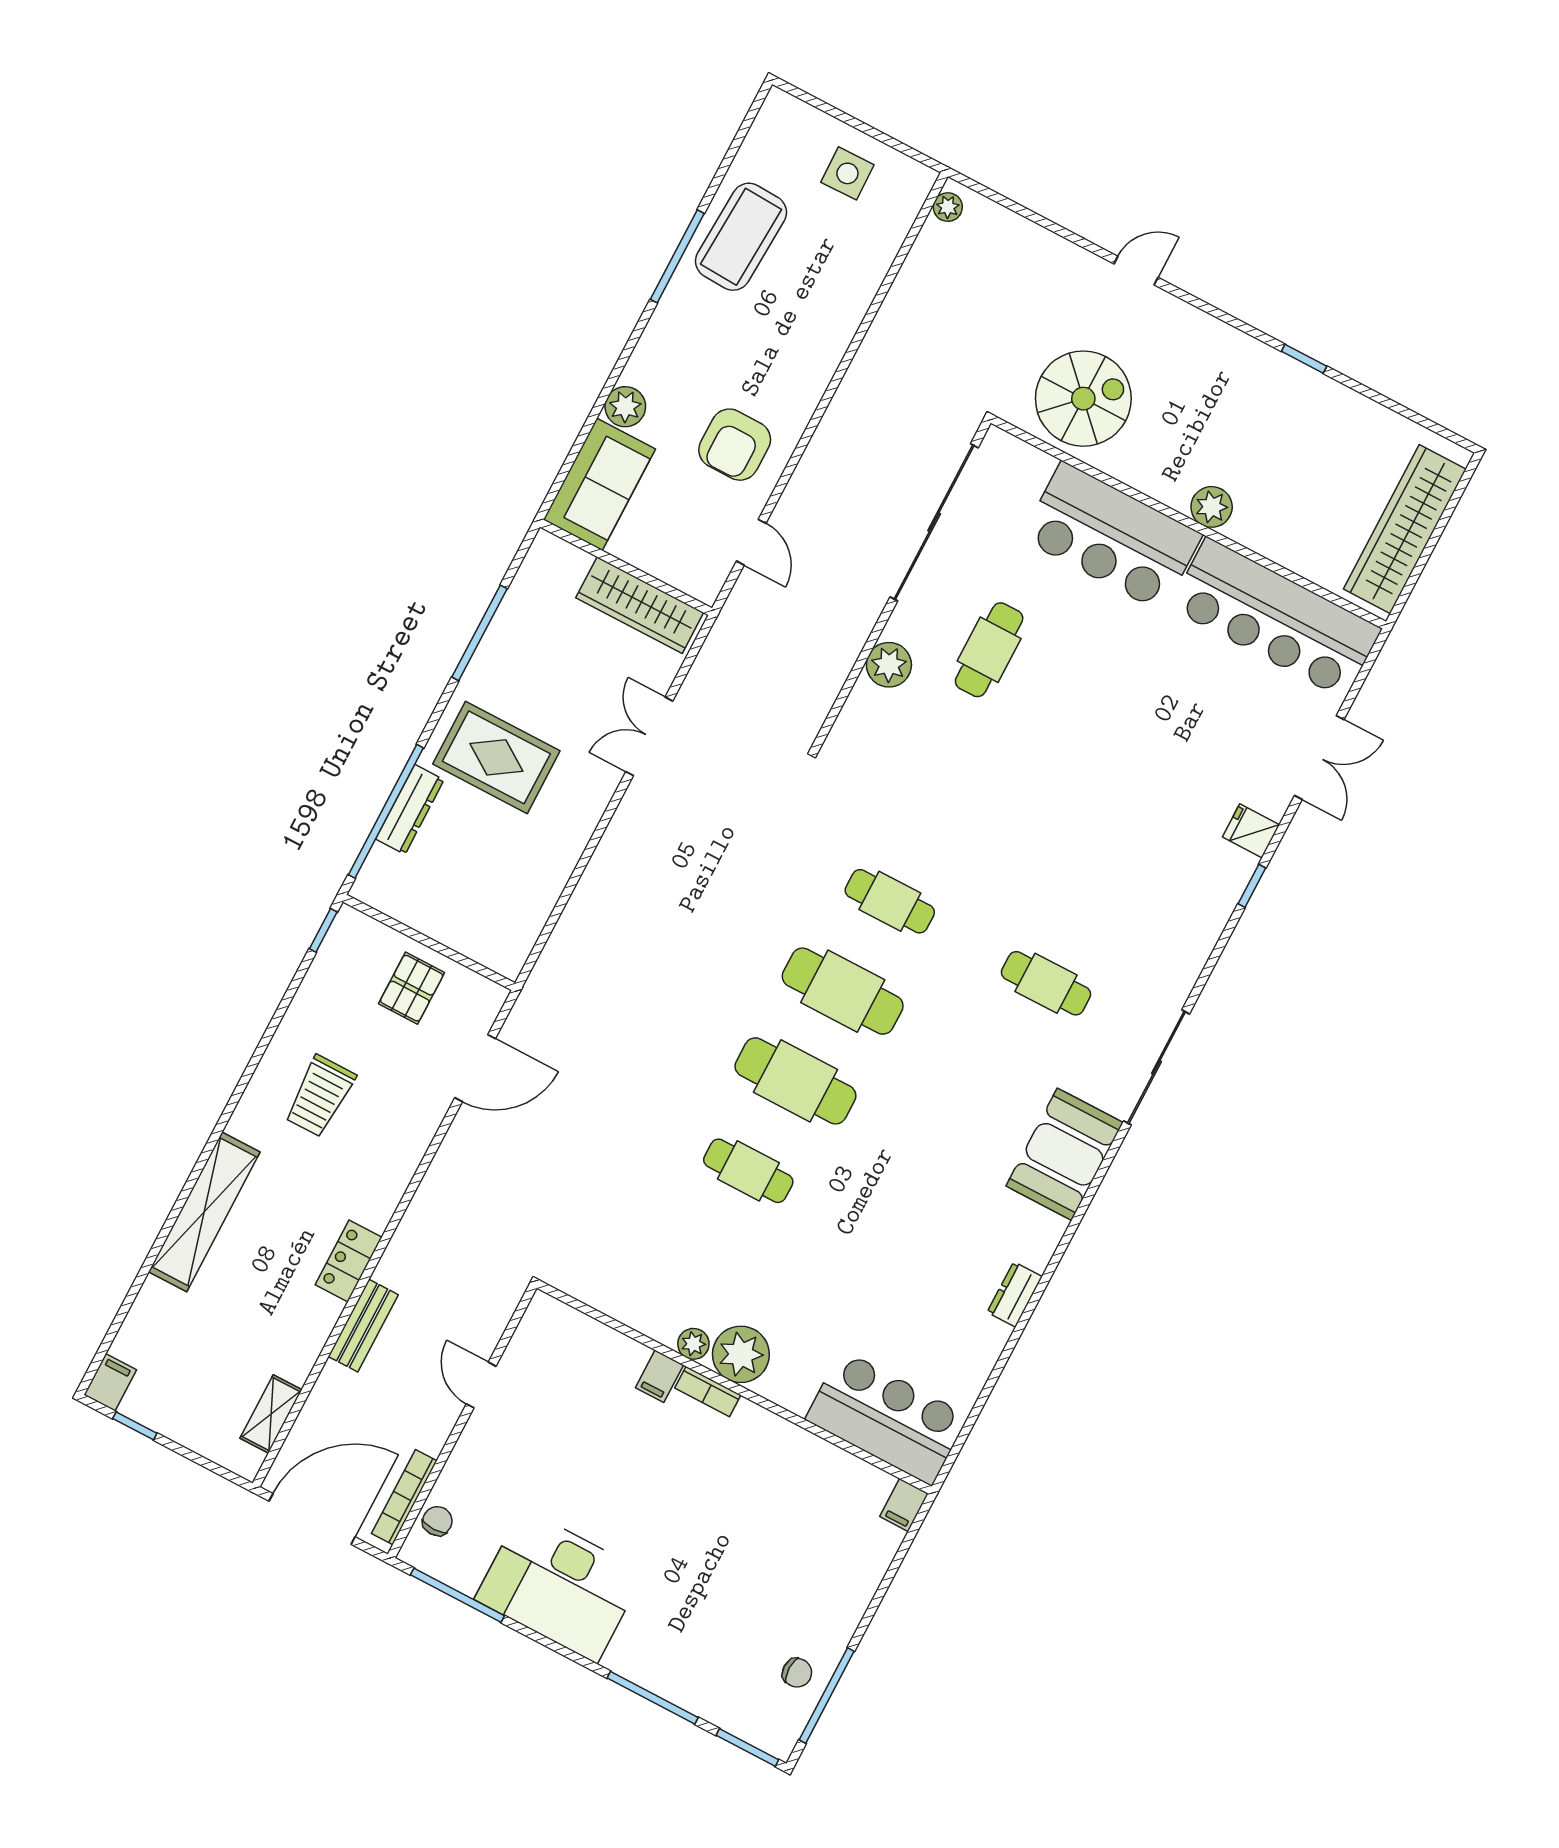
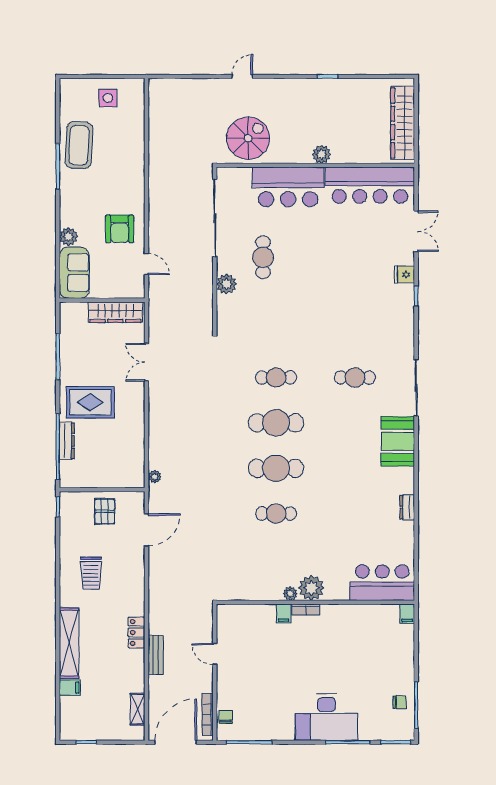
plant: (948, 207) -> (155, 477), moved
filing cabinet: (110, 1382) -> (70, 688), moved, turned 90
desk: (560, 1586) -> (327, 717), moved

